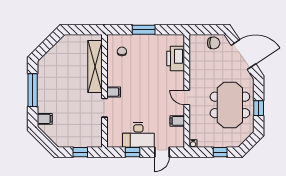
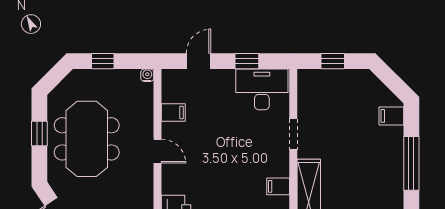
filing cabinet: (114, 92) -> (278, 186), moved
desk: (138, 135) -> (262, 89), moved

